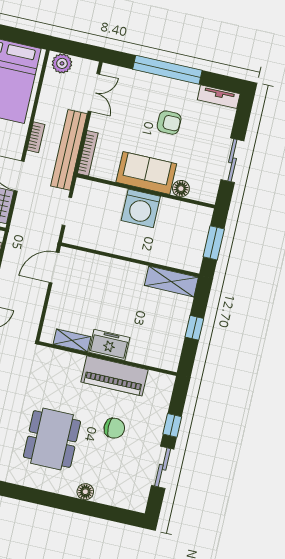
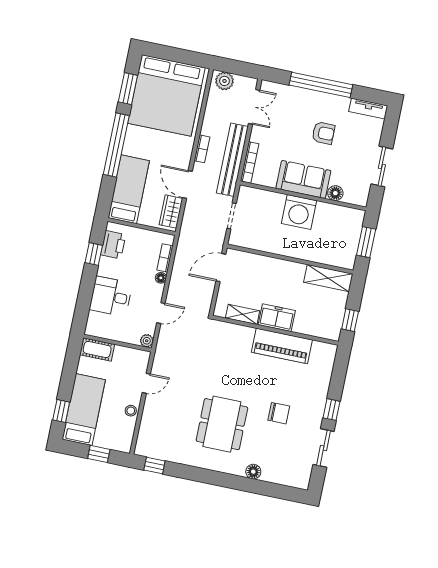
shelving: (72, 340) -> (243, 314), moved
freezer: (109, 345) -> (277, 318), moved
wall: (108, 359) -> (275, 330), moved
piano: (114, 376) -> (282, 346), moved

